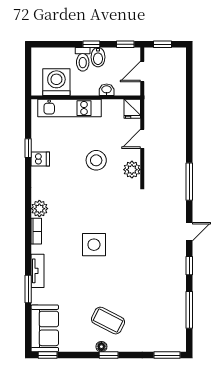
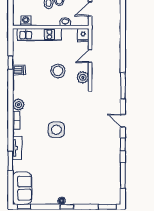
washing machine: (56, 82) -> (26, 21), width x0.53, depth x0.53
door: (189, 232) -> (123, 121), swing flipped
coffee table: (108, 321) -> (66, 183), removed

